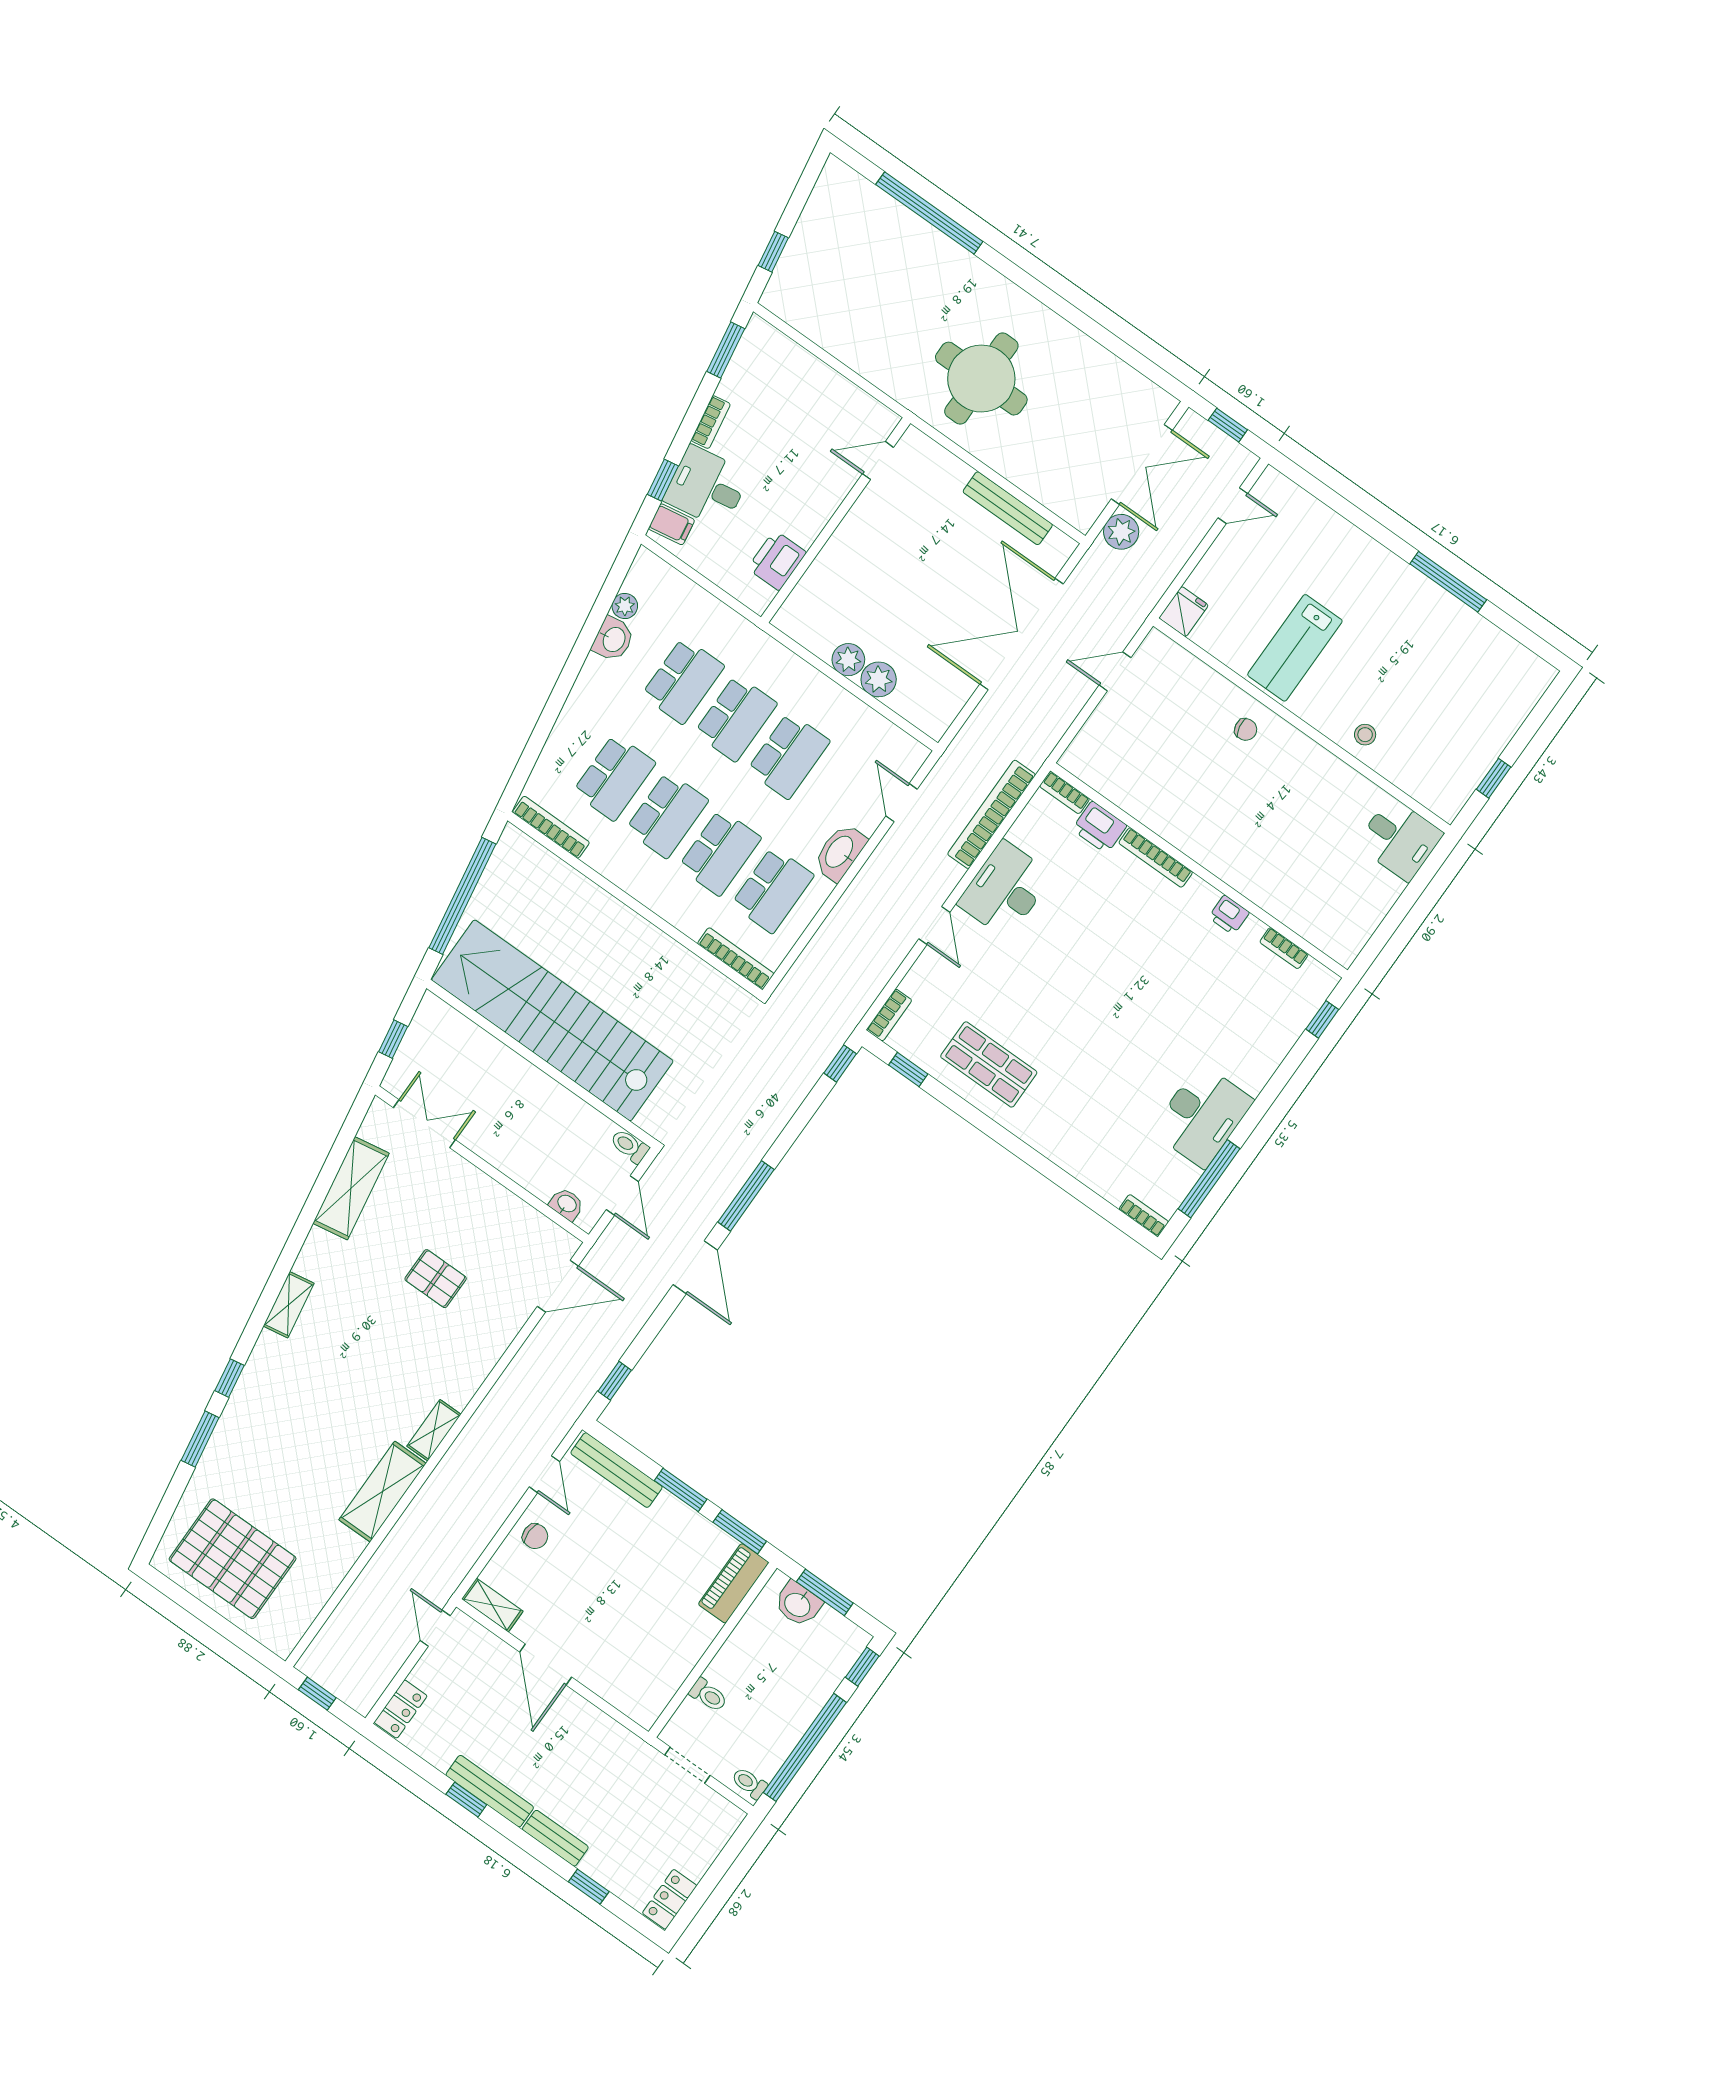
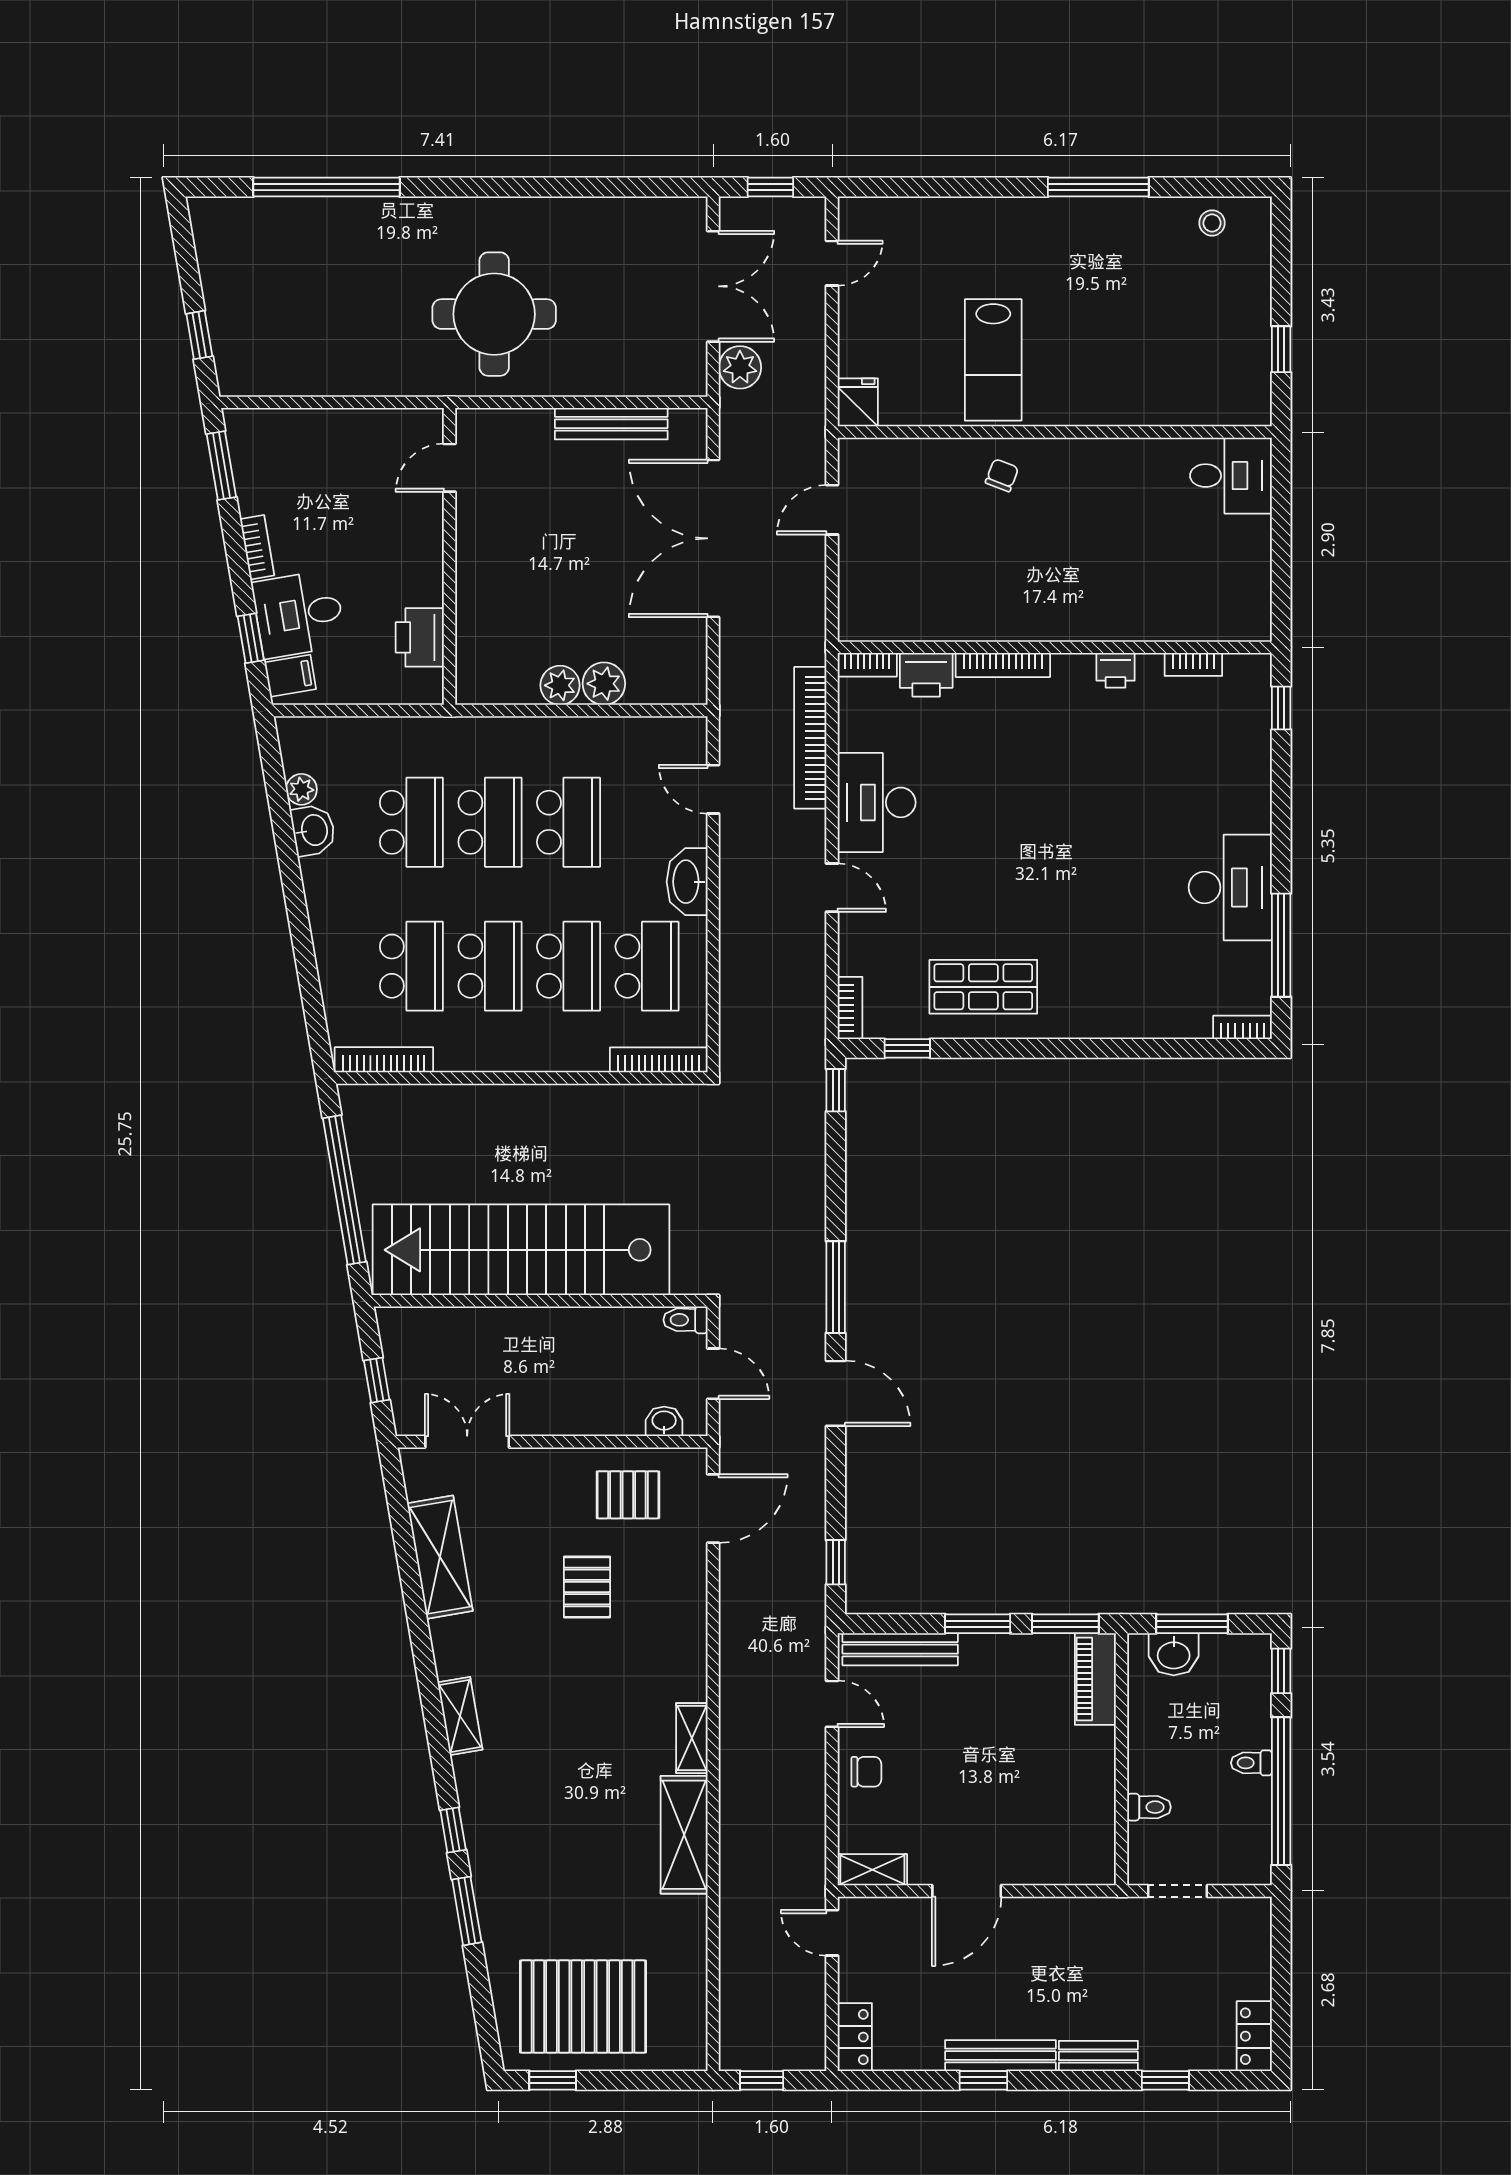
chair: (1246, 729) -> (1002, 475), turned -59
stool: (1365, 735) -> (1212, 223), moved
pallet: (507, 1236) -> (628, 1495), added
pallet: (436, 1279) -> (587, 1587), turned 90
window: (177, 1594) -> (553, 2080), added
door: (546, 1664) -> (967, 1891), hinge flipped
toilet: (749, 1783) -> (1251, 1763), moved

